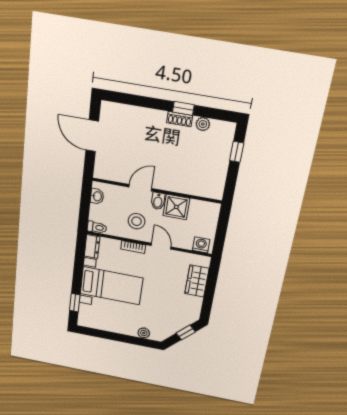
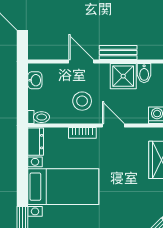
bench: (175, 186) -> (118, 52), added
door: (140, 188) -> (81, 61), hinge flipped
bidet: (158, 201) -> (144, 73), moved

